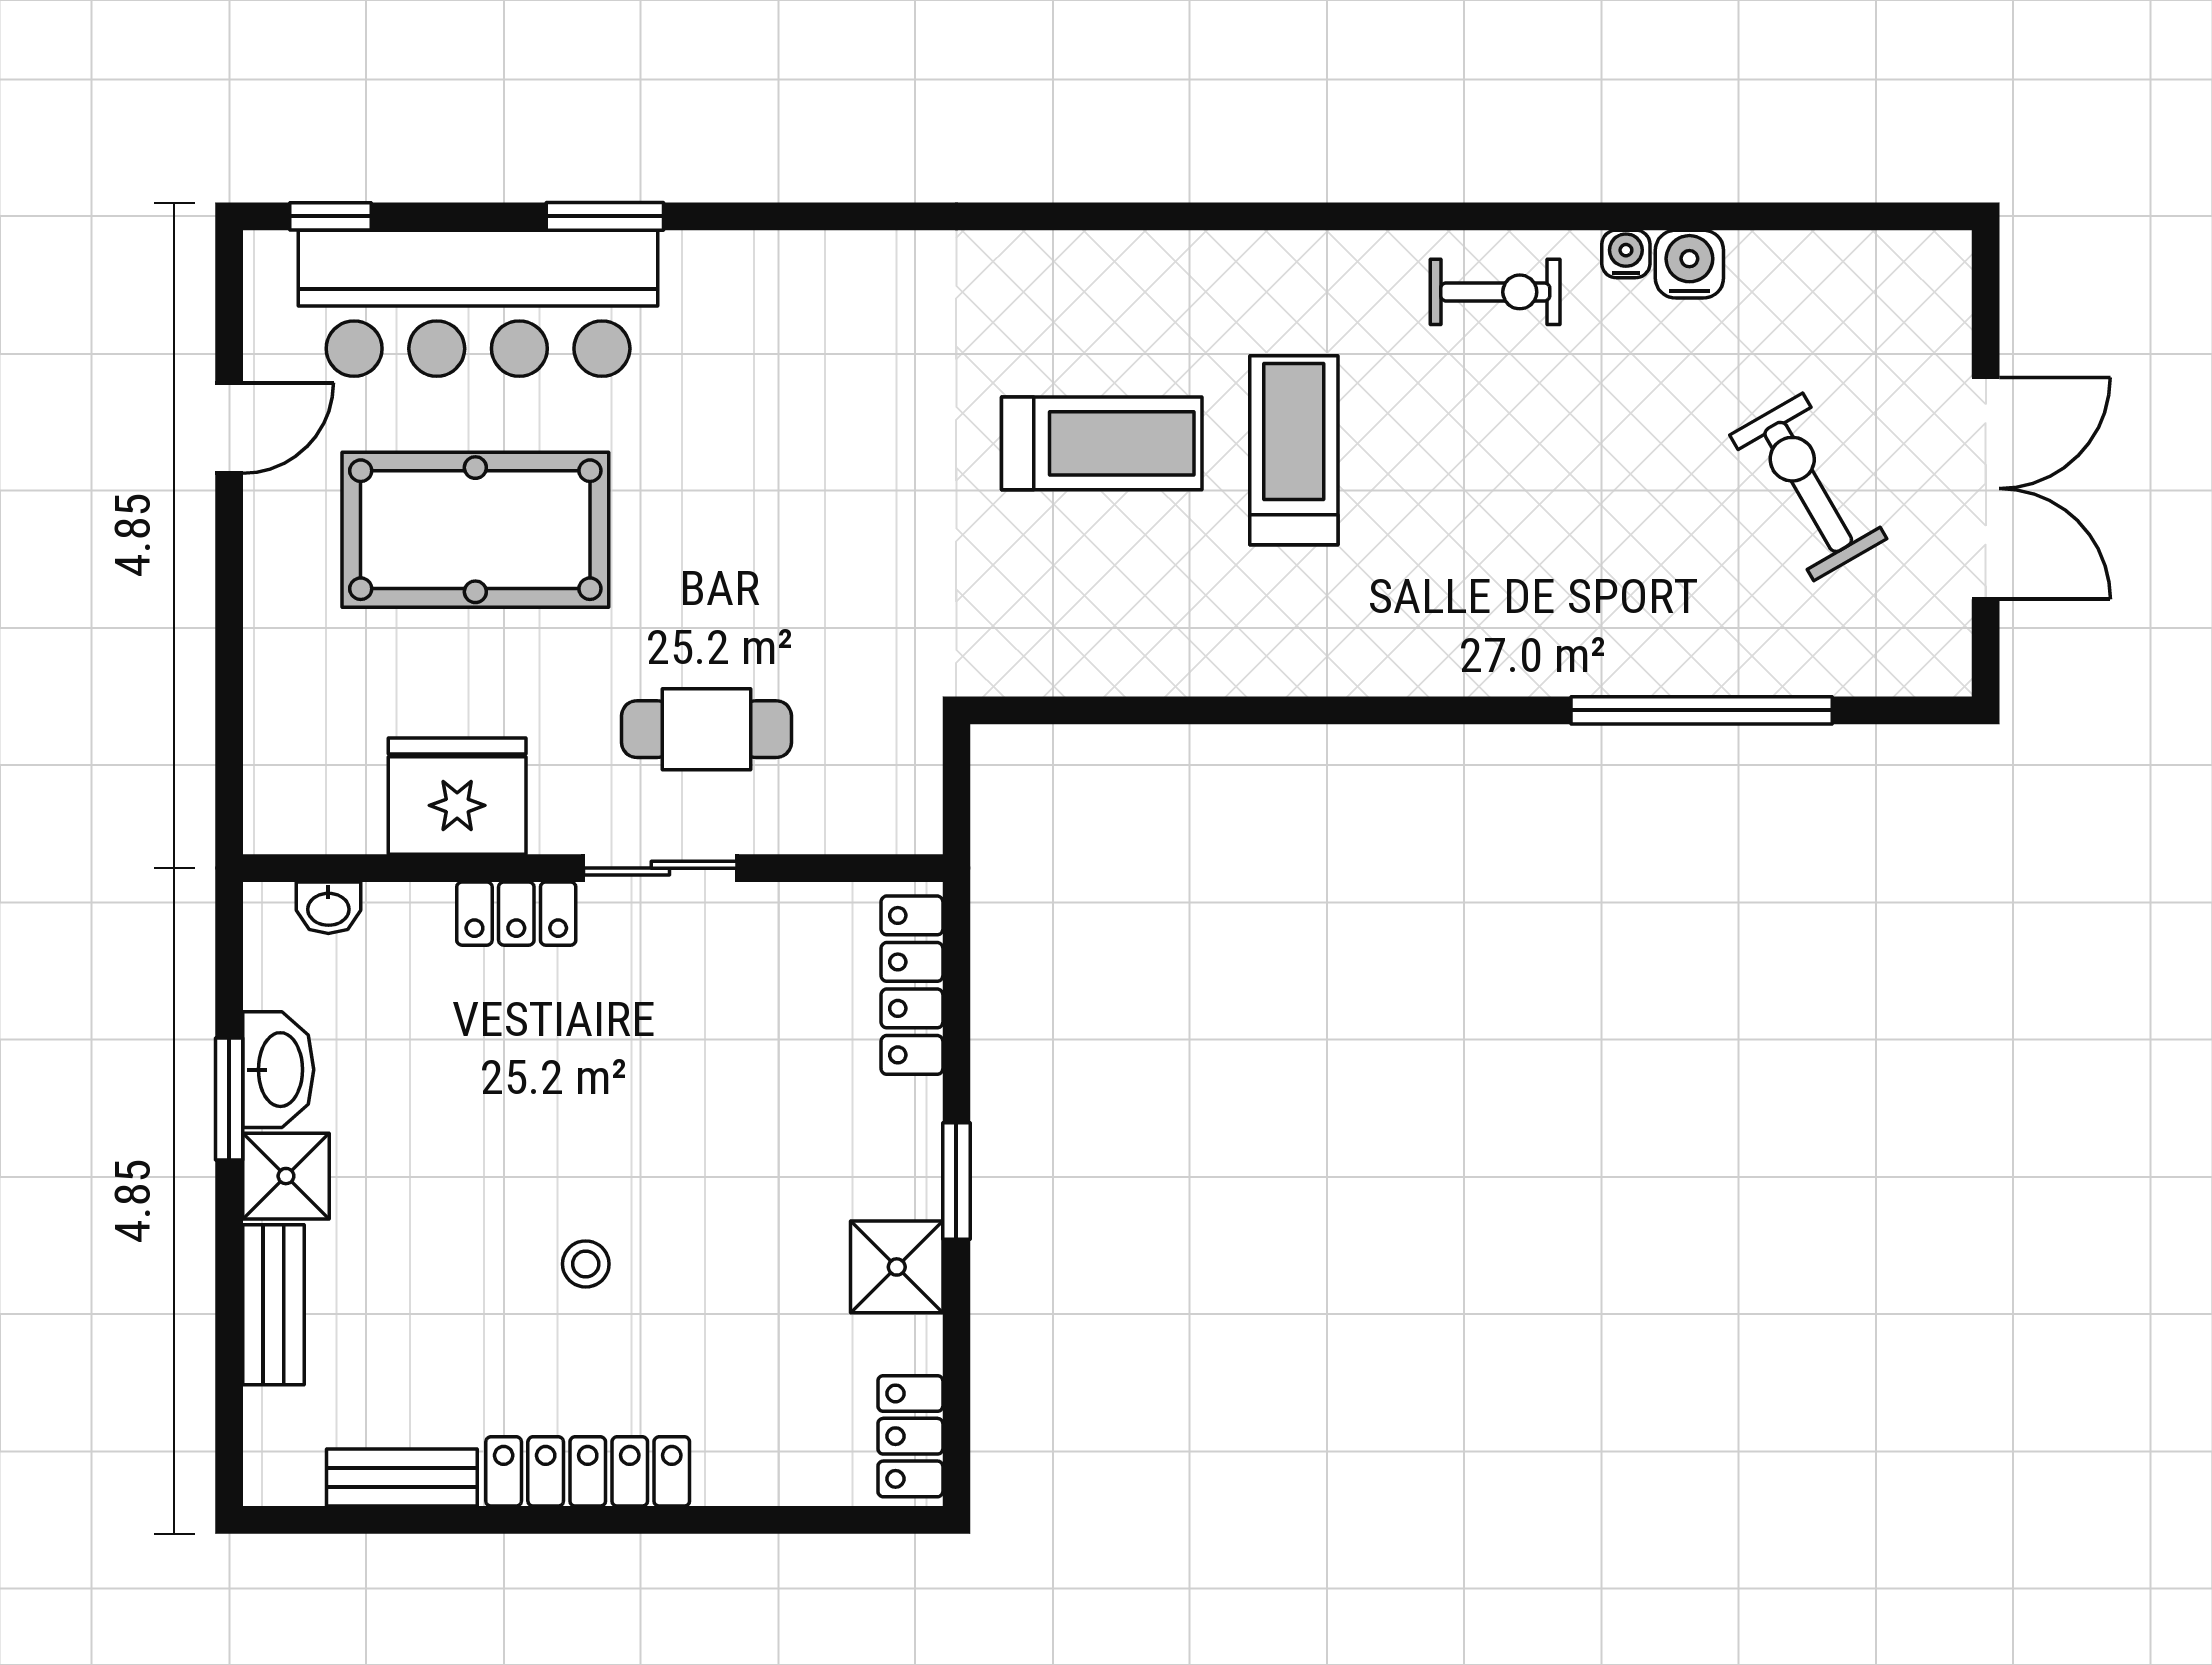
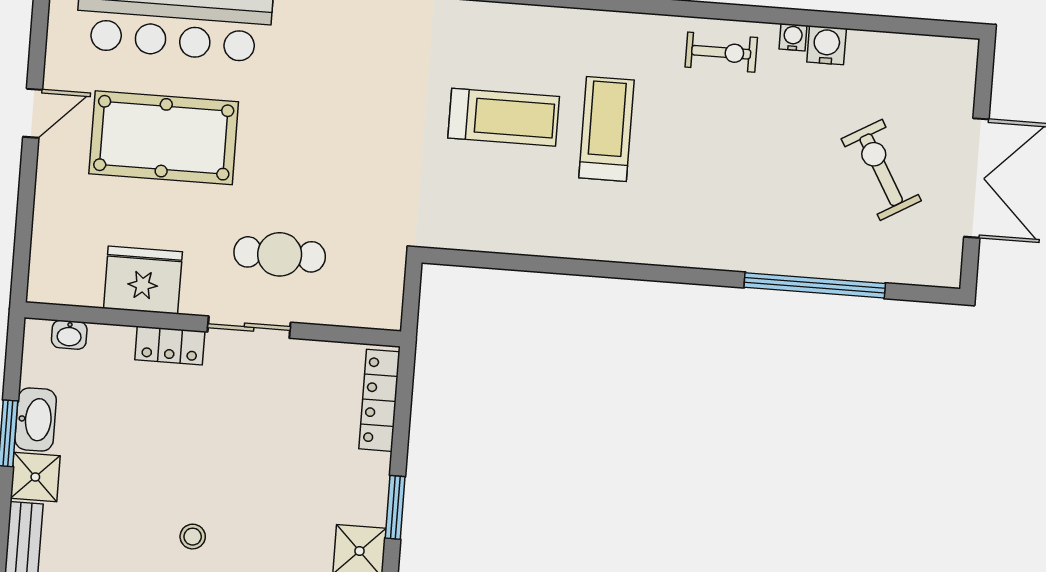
door: (229, 428) -> (33, 113), moved

